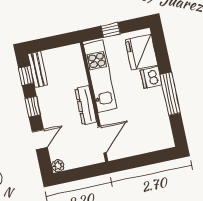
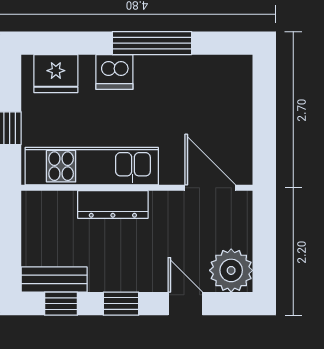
fridge: (141, 52) -> (56, 74), width x0.73, depth x0.75
dresser: (86, 105) -> (113, 205), moved
plant: (58, 166) -> (231, 270), width x1.87, depth x1.87

